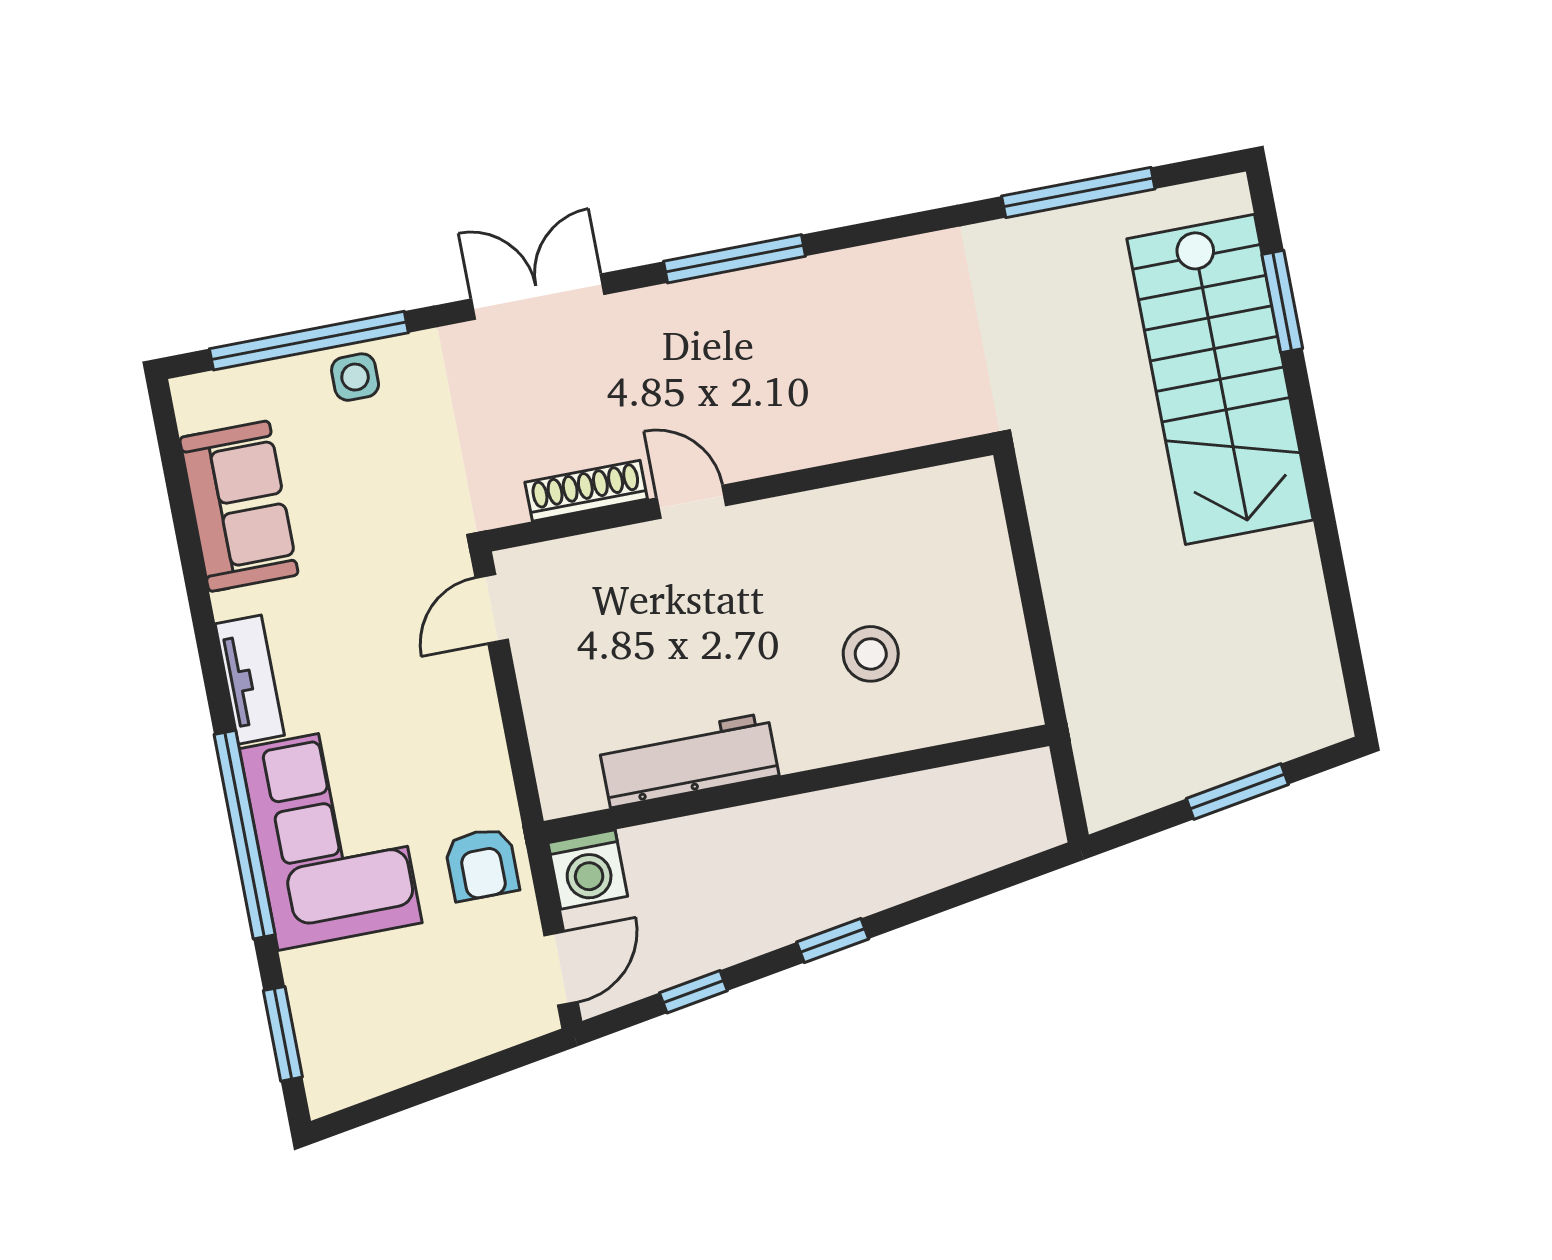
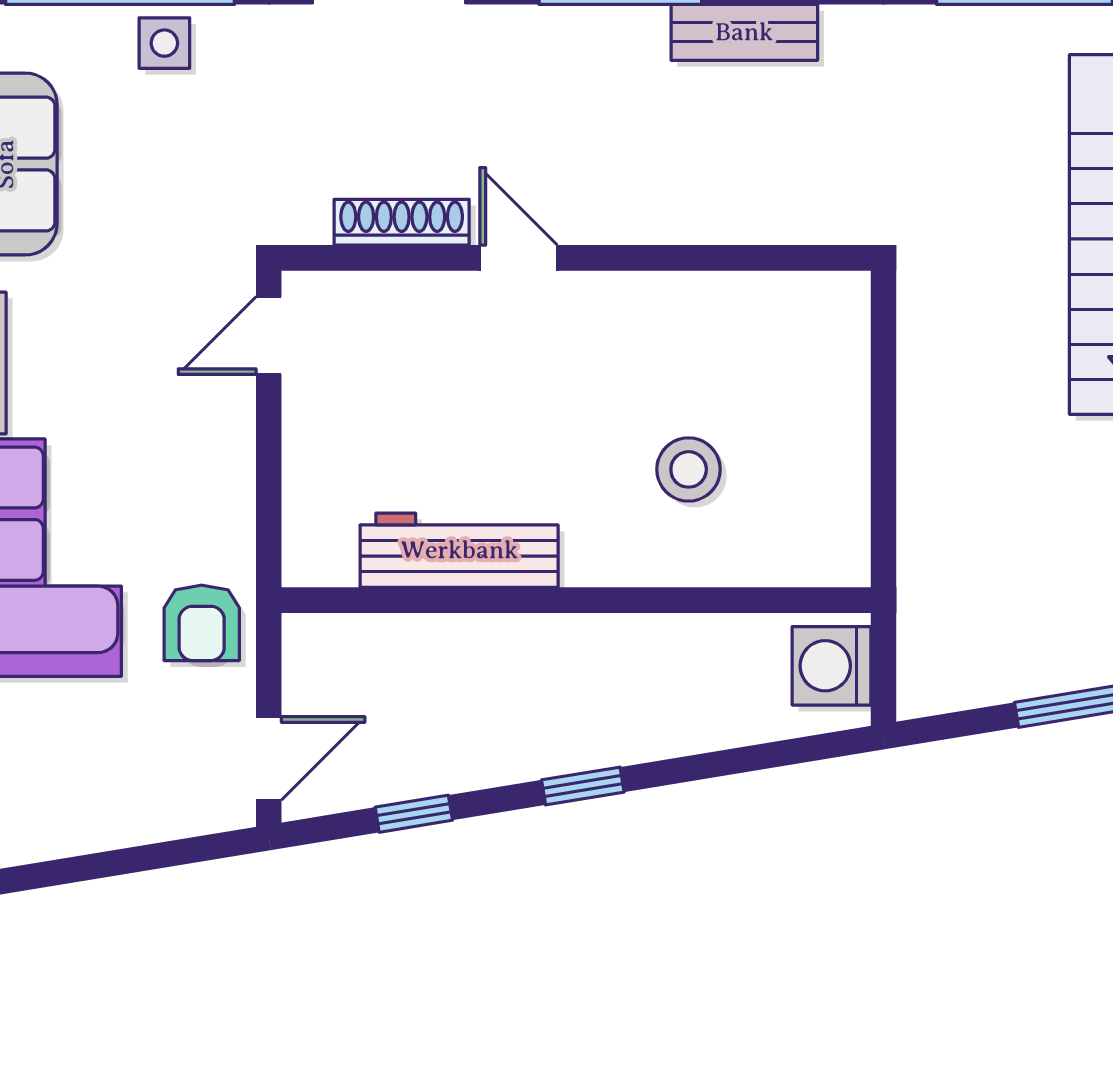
bench: (847, 273) -> (744, 32), added
washing machine: (588, 869) -> (831, 666), moved, turned 90

